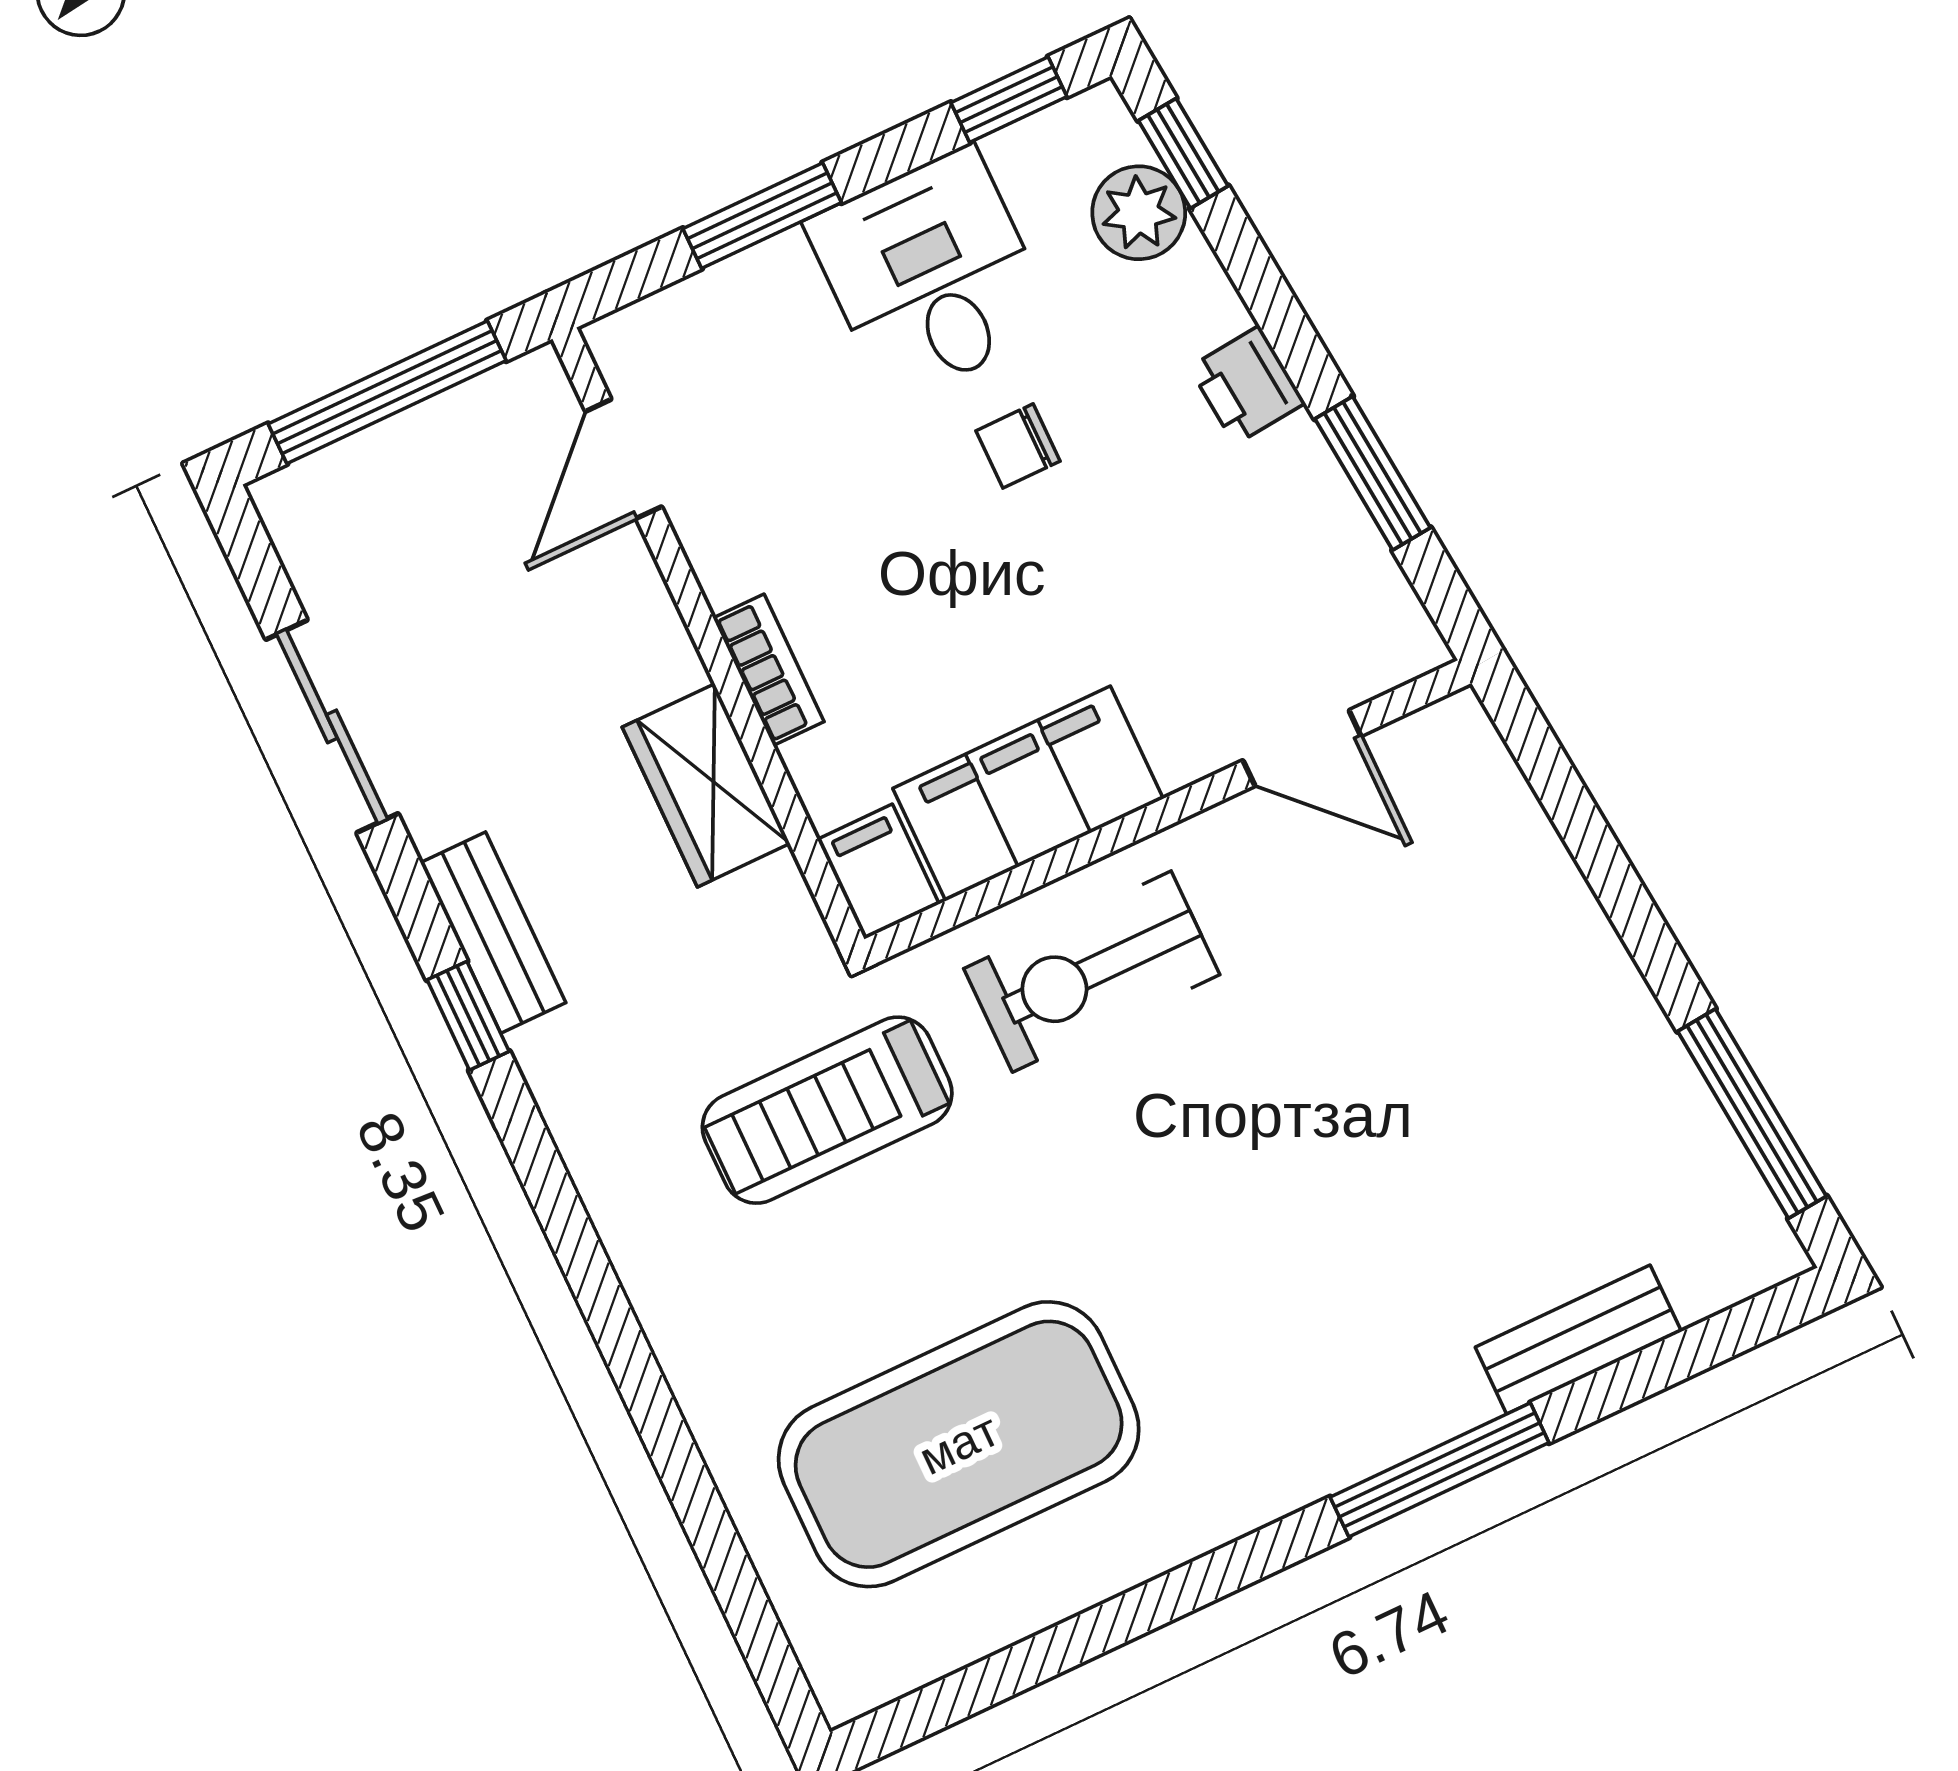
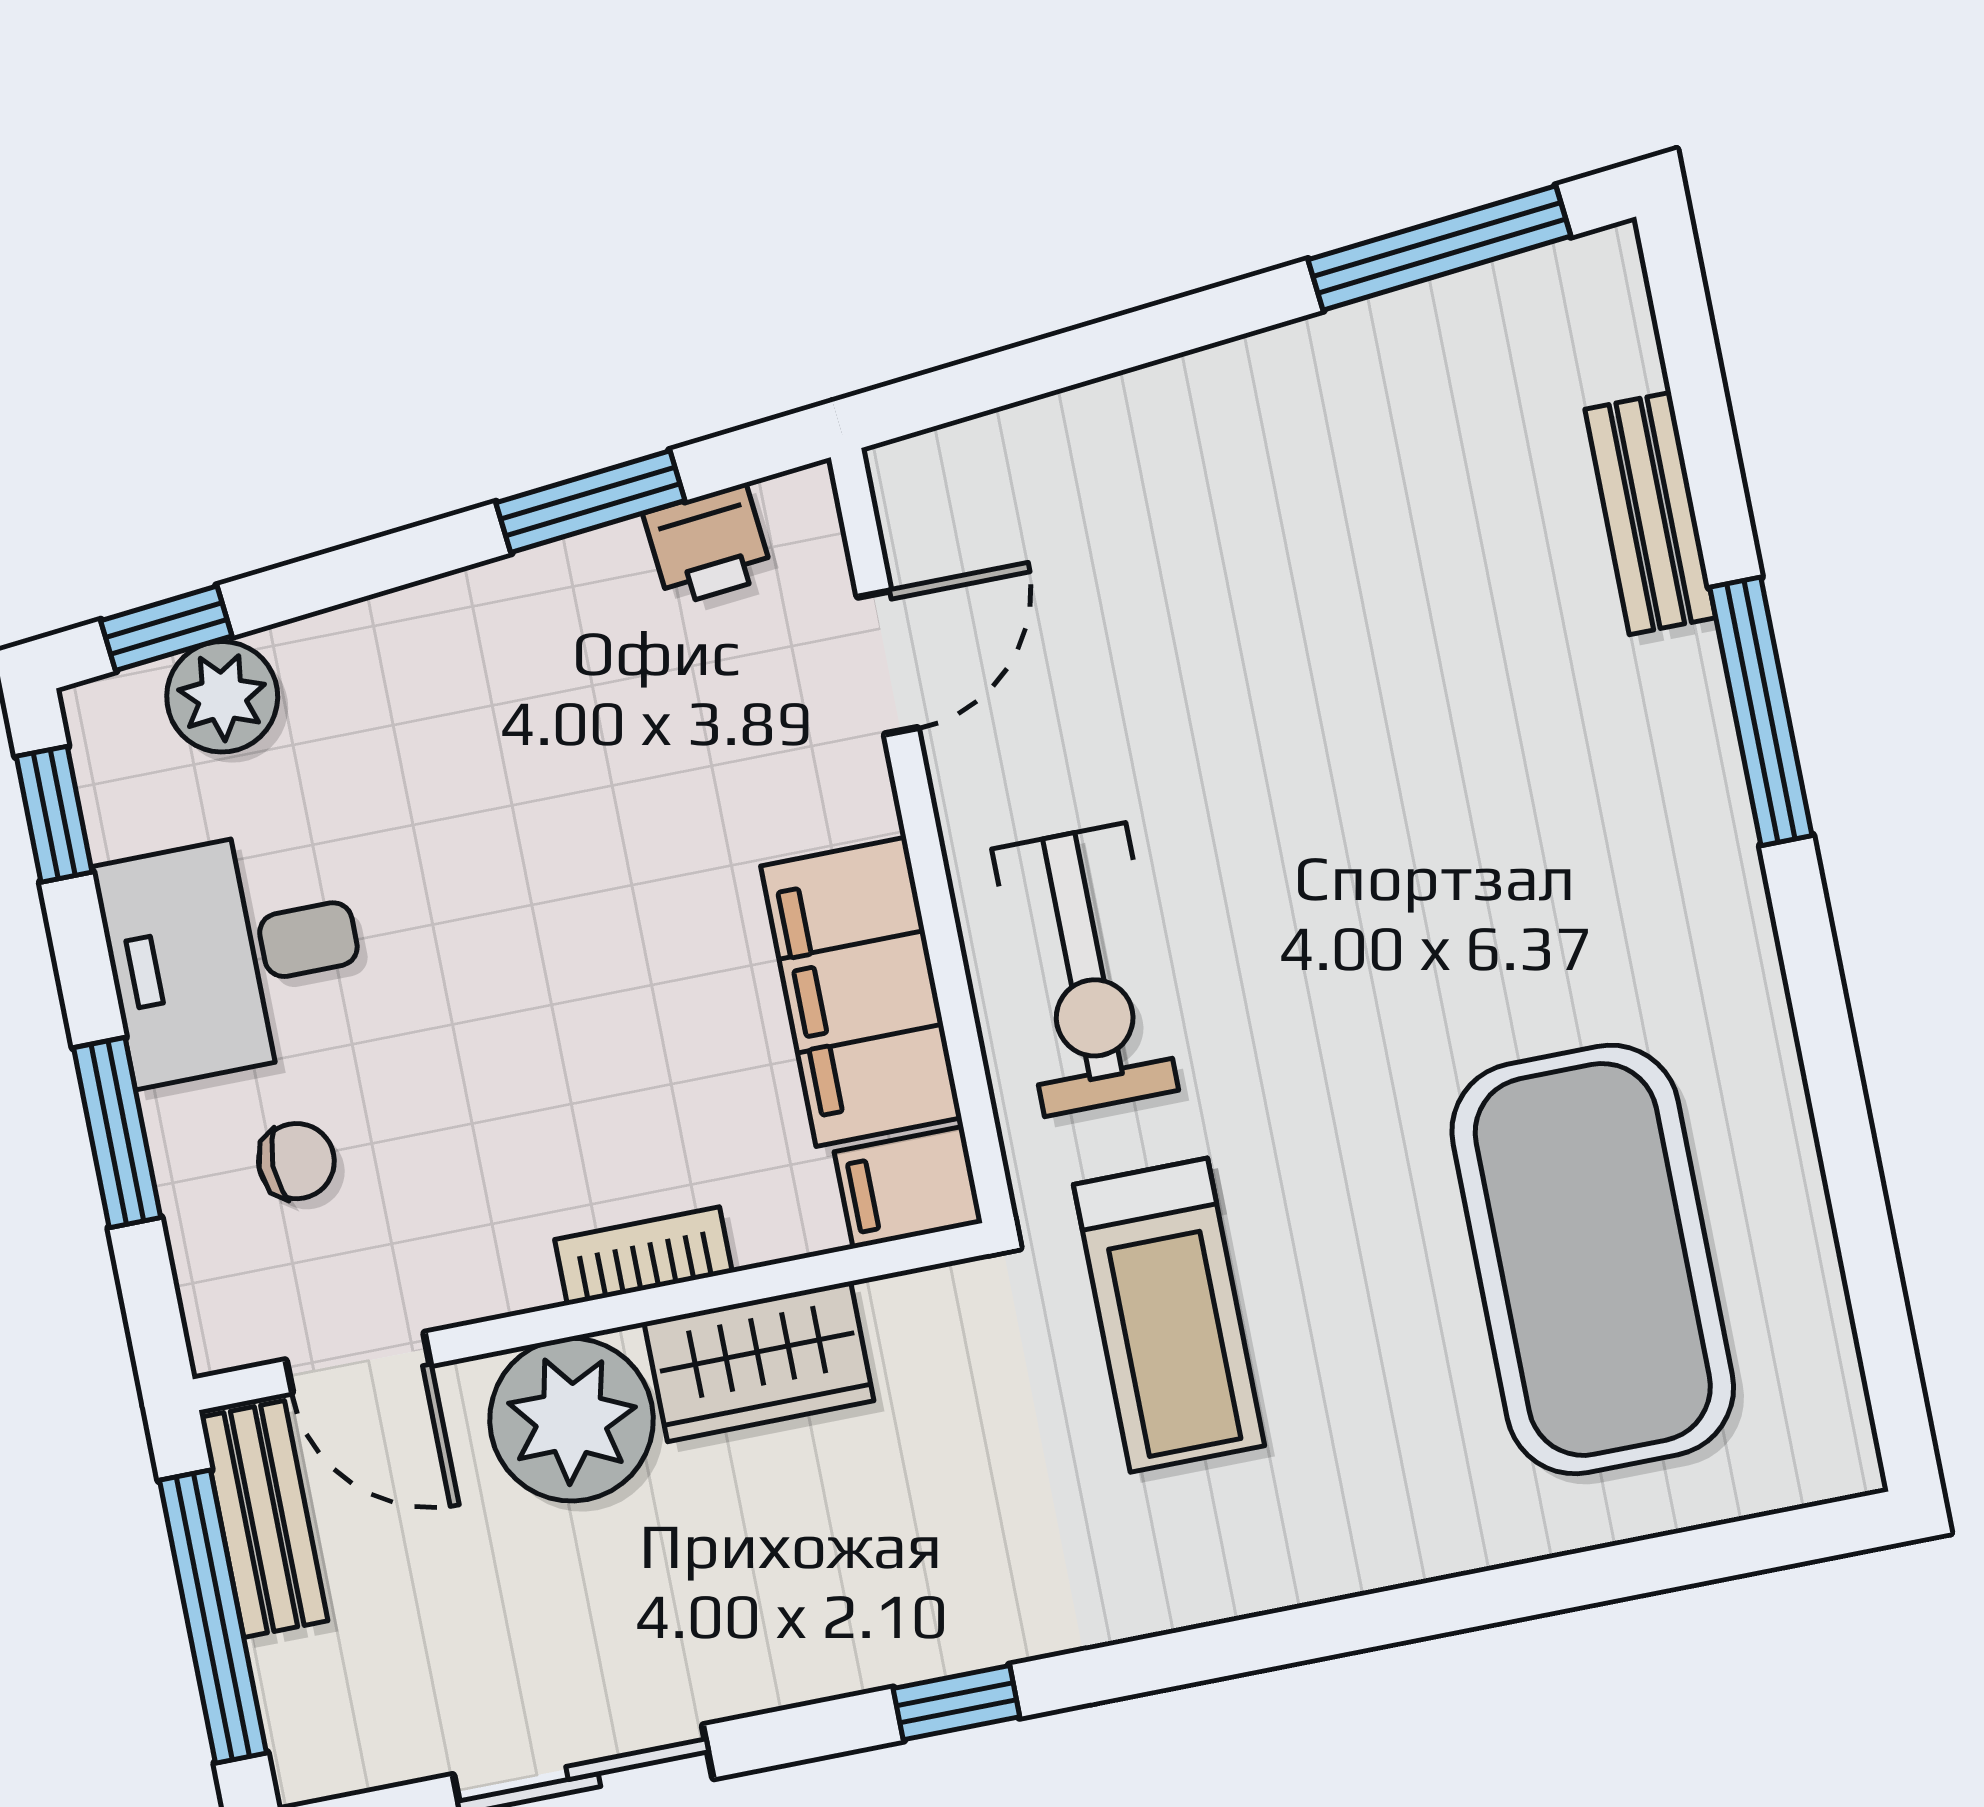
printer: (1247, 385) -> (708, 545), moved
chair: (1018, 446) -> (296, 1161), moved, turned -90
plant: (621, 644) -> (572, 1420), added
bench: (493, 933) -> (264, 1519), moved, turned 90

